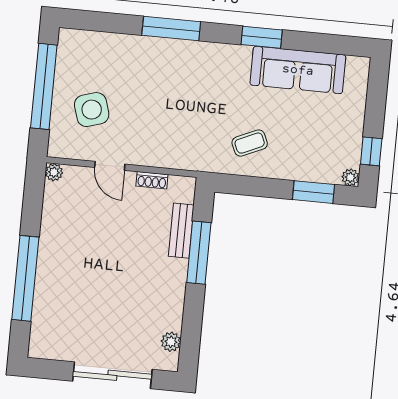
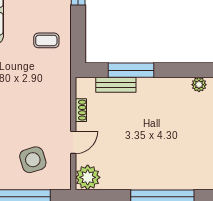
coffee table: (250, 143) -> (46, 40), turned -66
plant: (54, 172) -> (88, 177), width x1.88, depth x1.88

